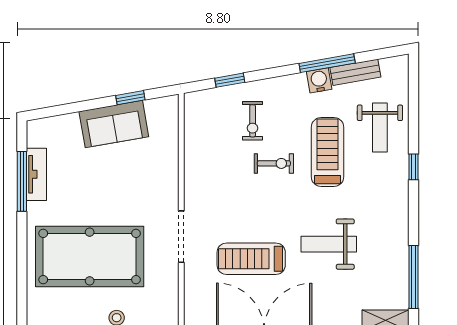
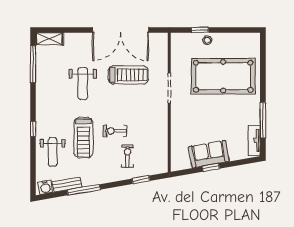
water cooler: (319, 80) -> (45, 187), moved
window: (130, 98) -> (211, 168), moved
weight bench: (380, 128) -> (53, 152), turned 180
tv unit: (36, 174) -> (254, 141), moved
weight bench: (329, 244) -> (83, 84), turned 90

